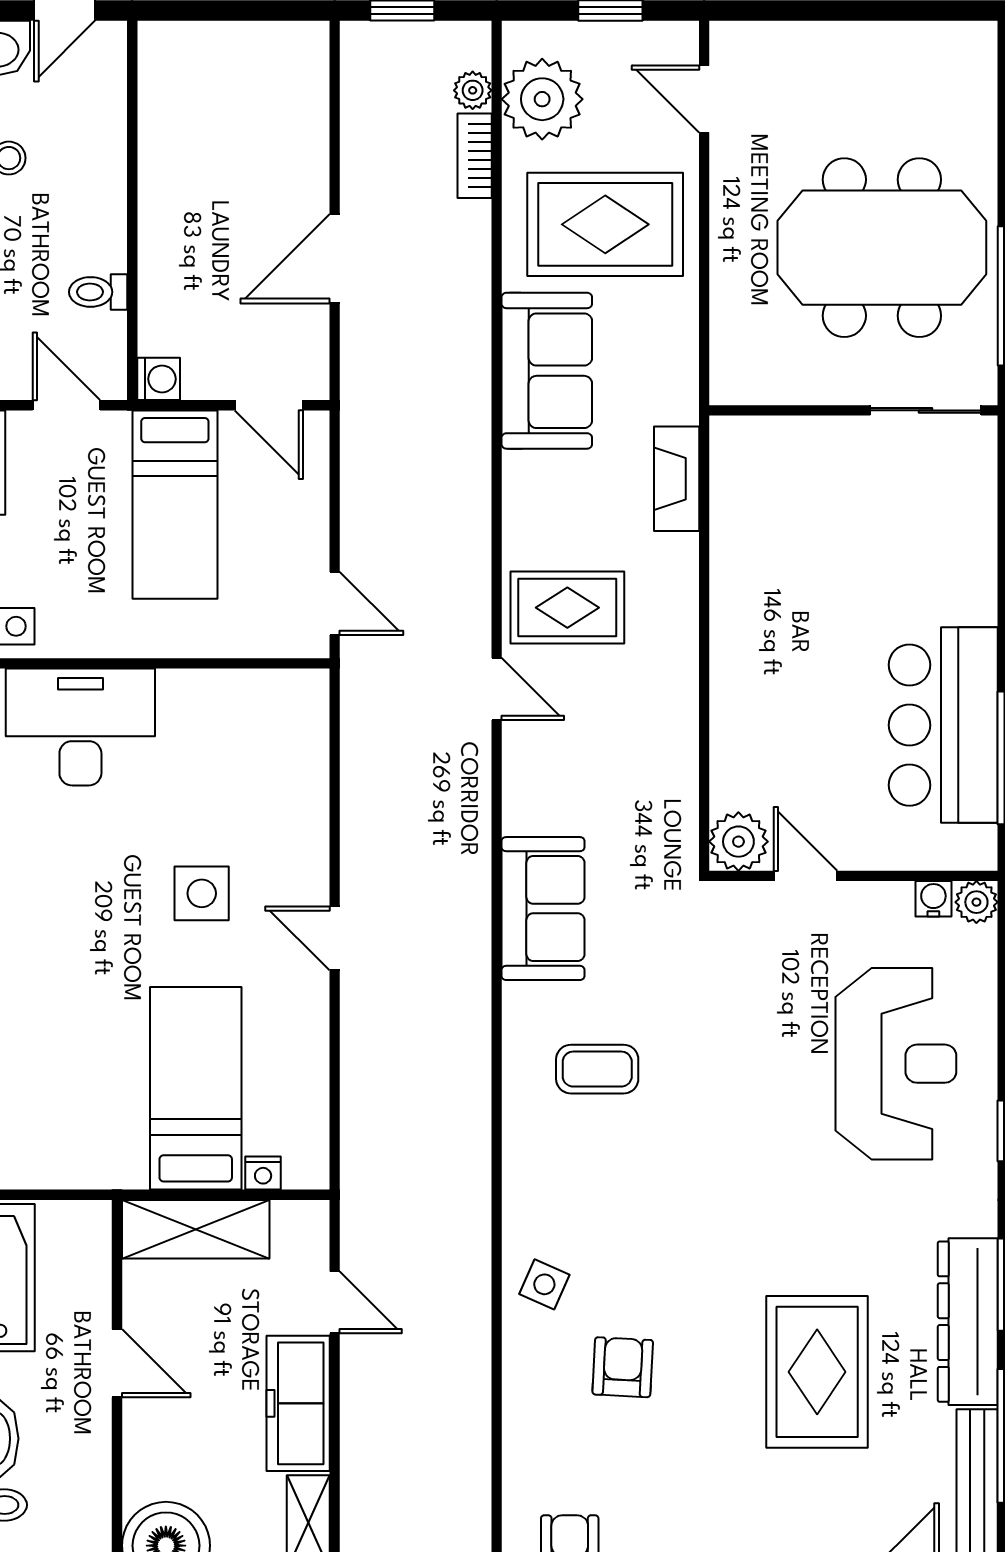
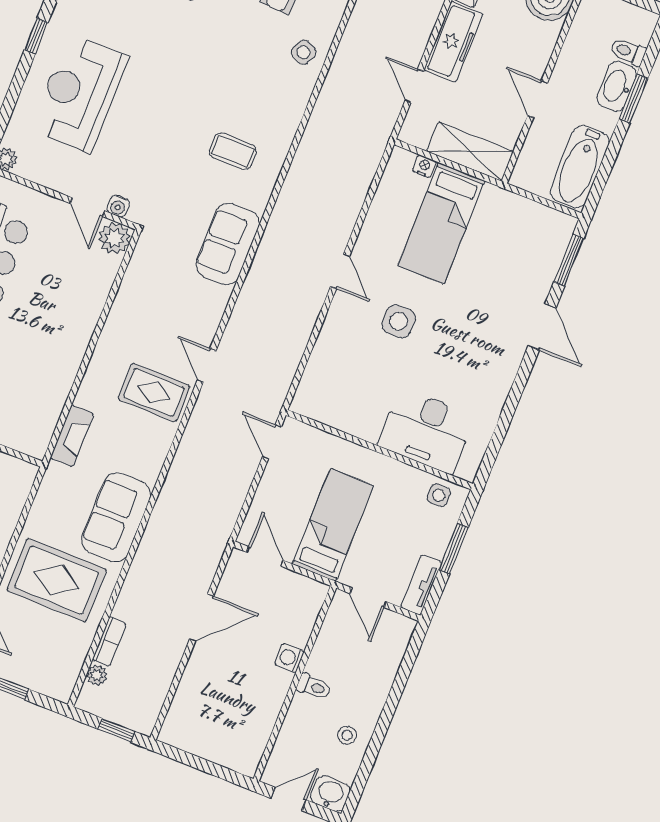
plant: (542, 99) -> (63, 657), removed
toilet: (98, 292) -> (314, 687), moved
washing machine: (159, 379) -> (289, 658), moved
water cooler: (933, 899) -> (118, 206), moved

